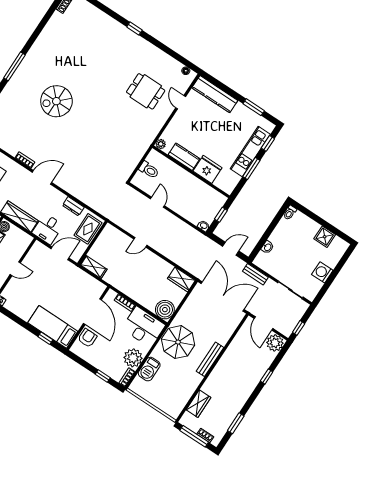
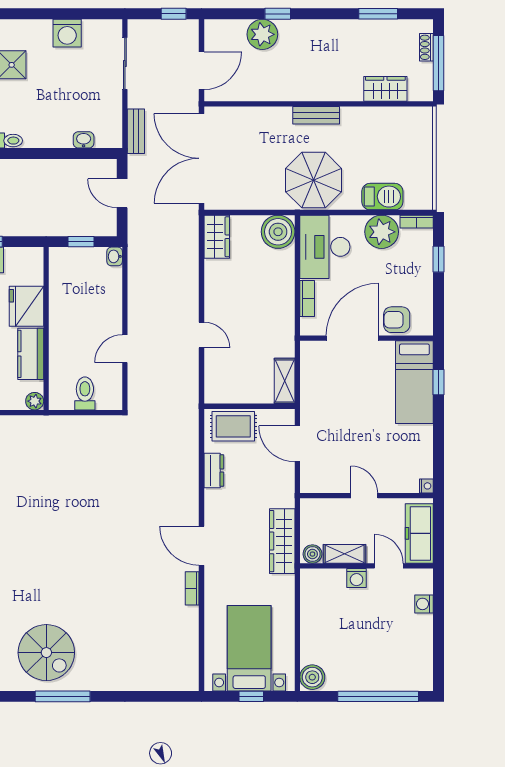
spiral stairs: (56, 101) -> (46, 653), moved
desk: (48, 229) -> (273, 487), removed
plant: (275, 343) -> (262, 34), moved
bench: (210, 359) -> (316, 115), width x0.73

